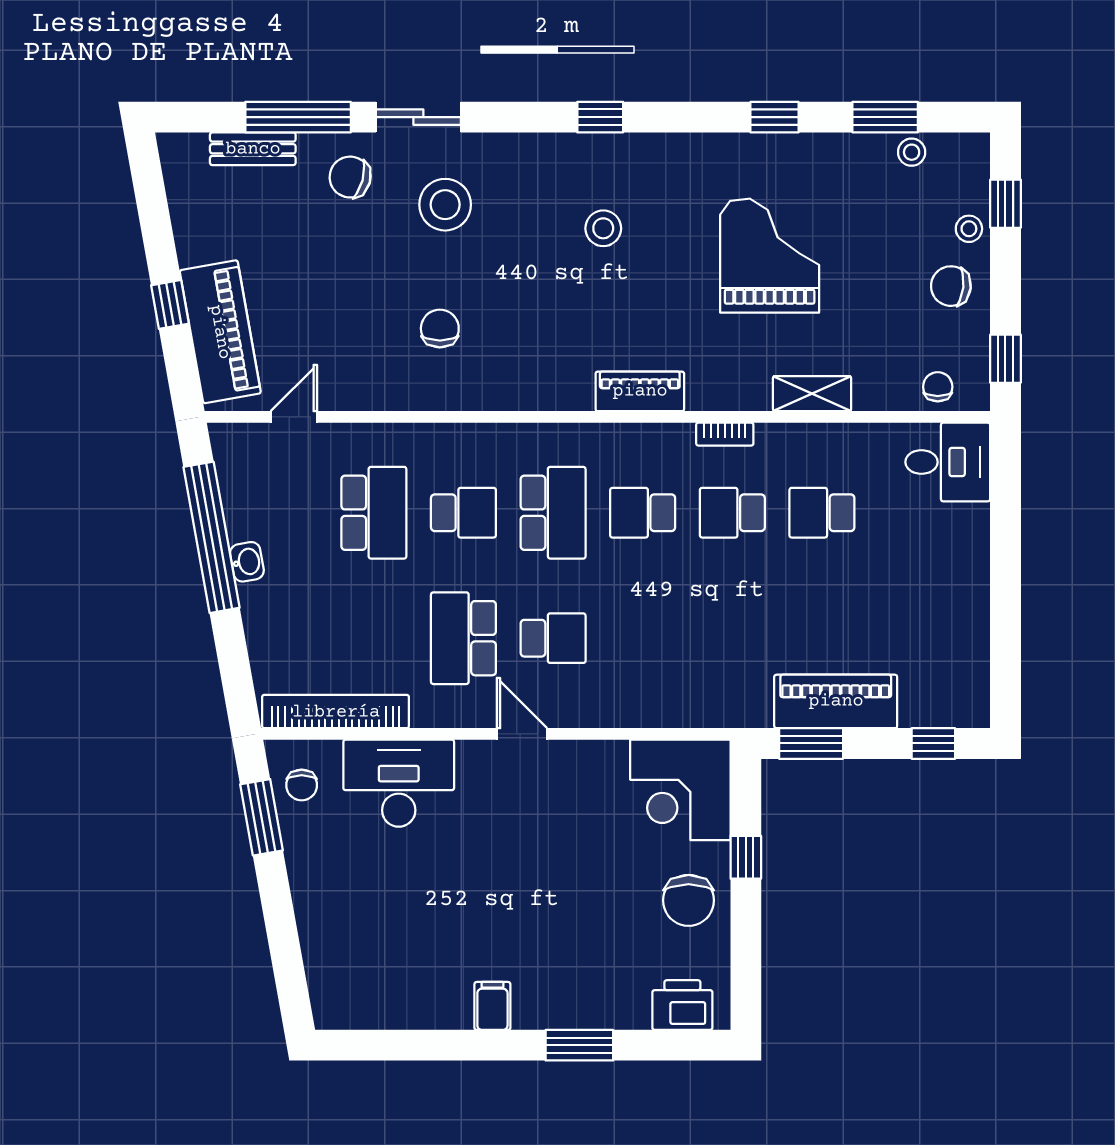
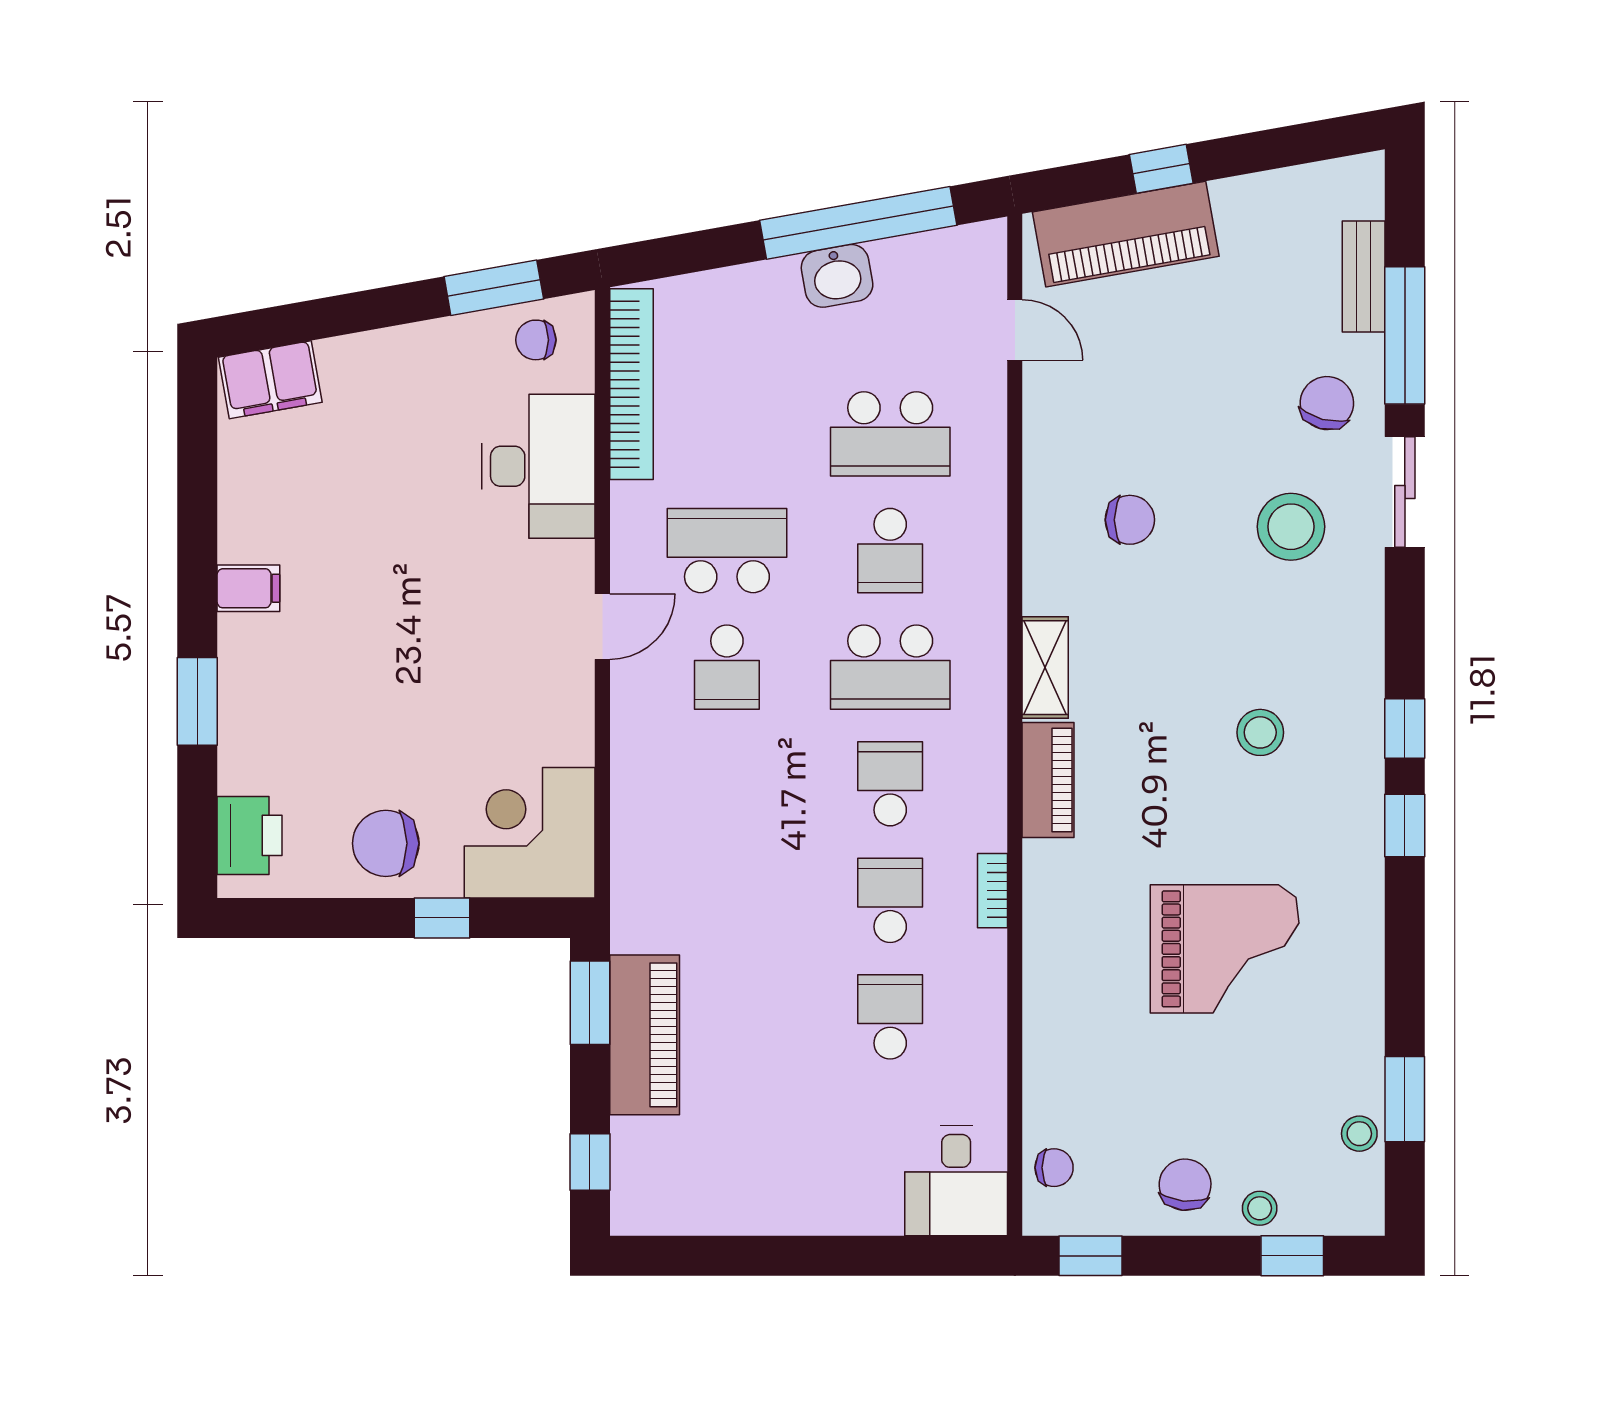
window: (774, 117) -> (1405, 826), moved
shelving: (812, 394) -> (1045, 668), moved
washbasin: (247, 562) -> (837, 276), width x1.38, depth x1.45
filing cabinet: (332, 989) -> (270, 380), added

